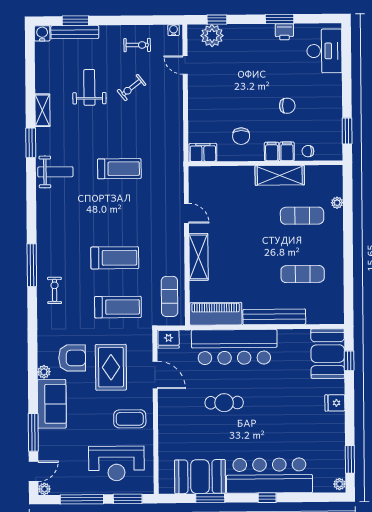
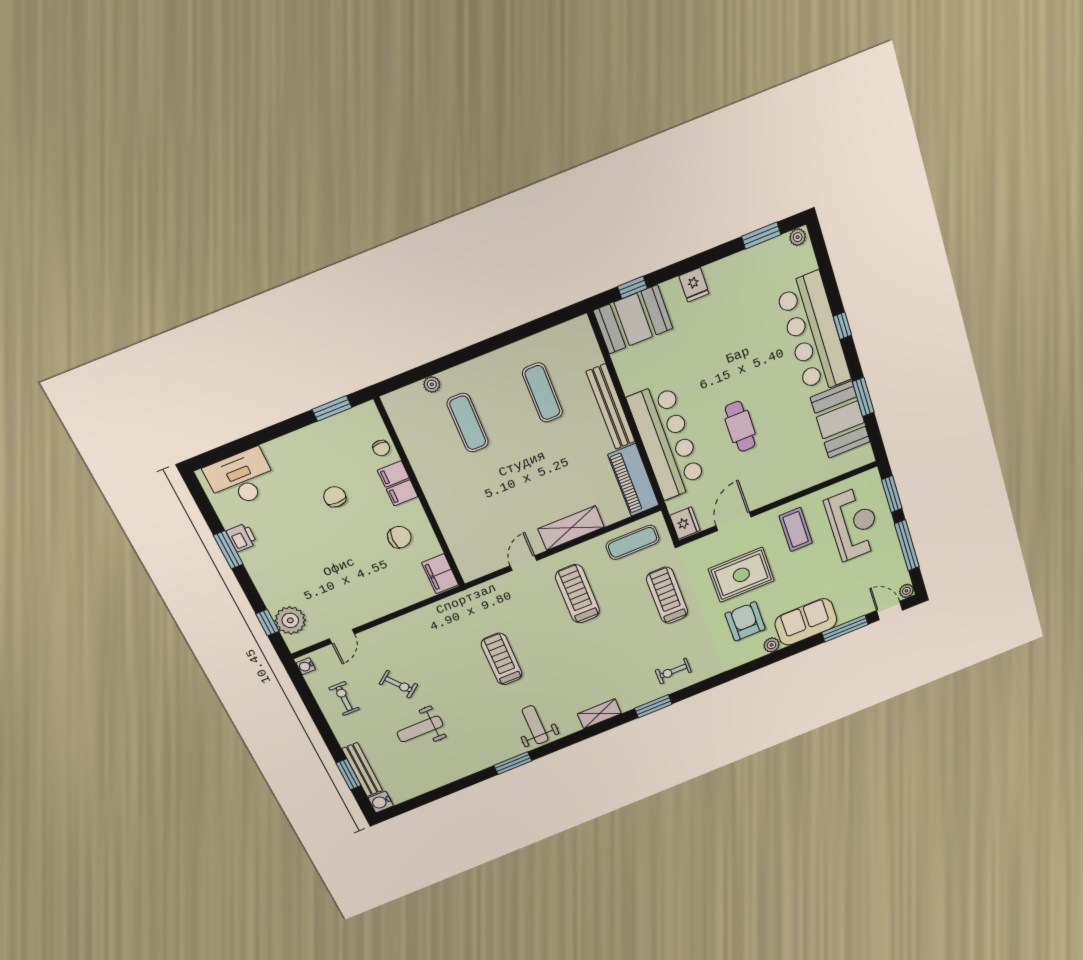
shelving: (42, 110) -> (599, 714), moved
shelving: (280, 175) -> (428, 471), removed
treadmill: (115, 258) -> (578, 594), moved
window: (32, 265) -> (653, 706), width x0.69

